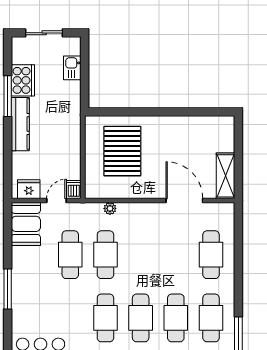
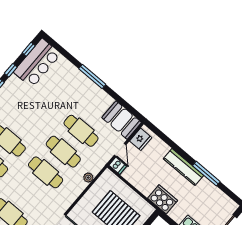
cooker: (23, 80) -> (163, 199), moved, turned 180
cafe table: (105, 318) -> (46, 172), moved

